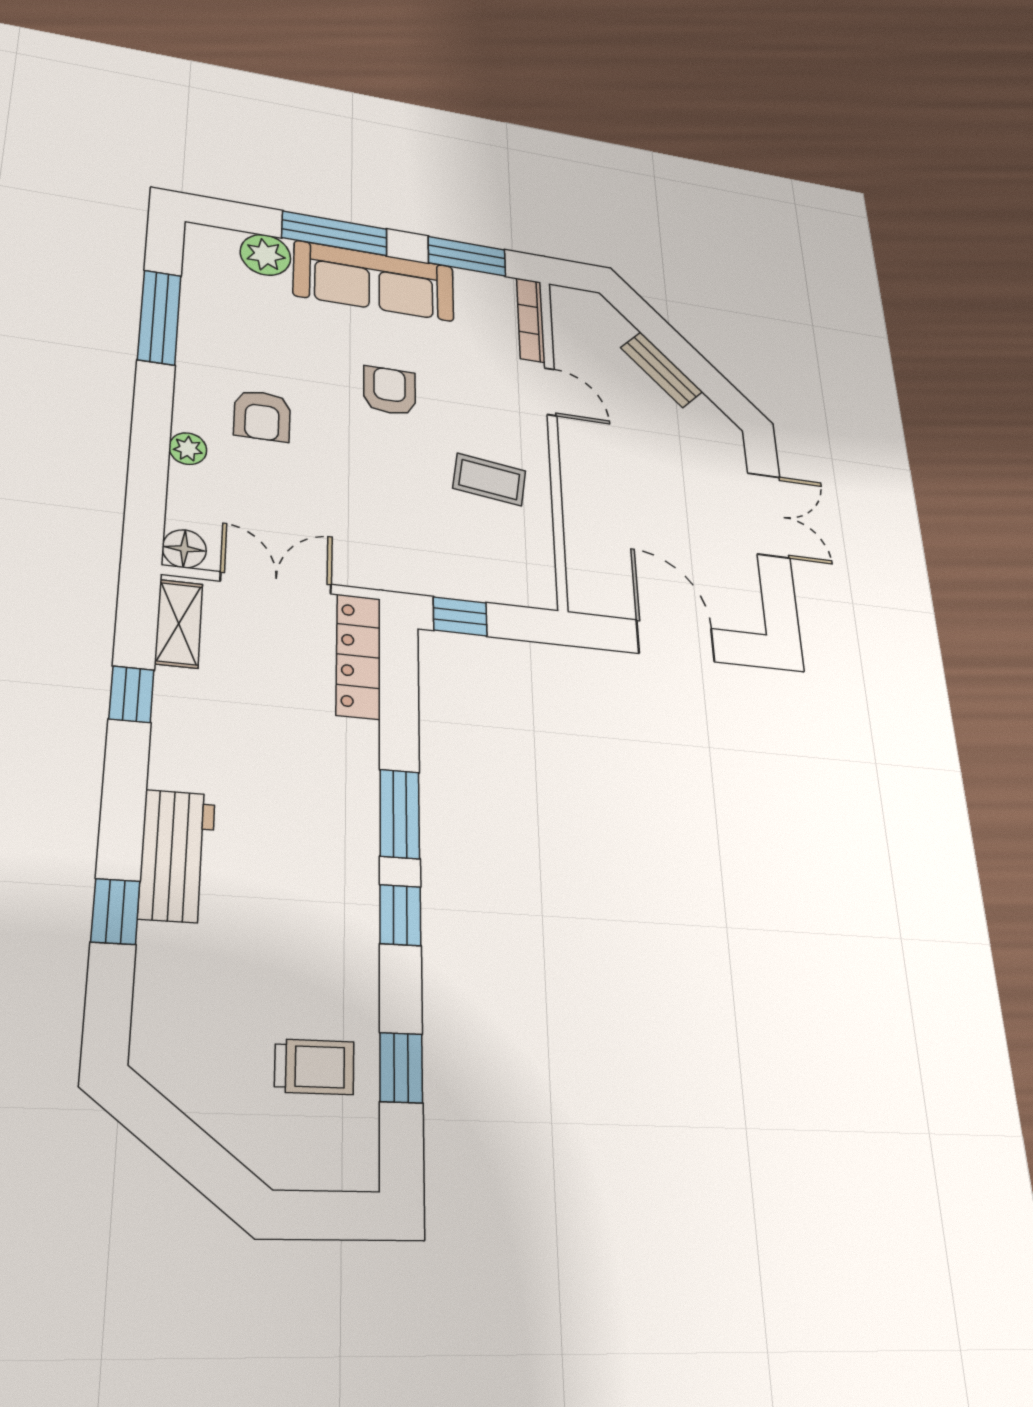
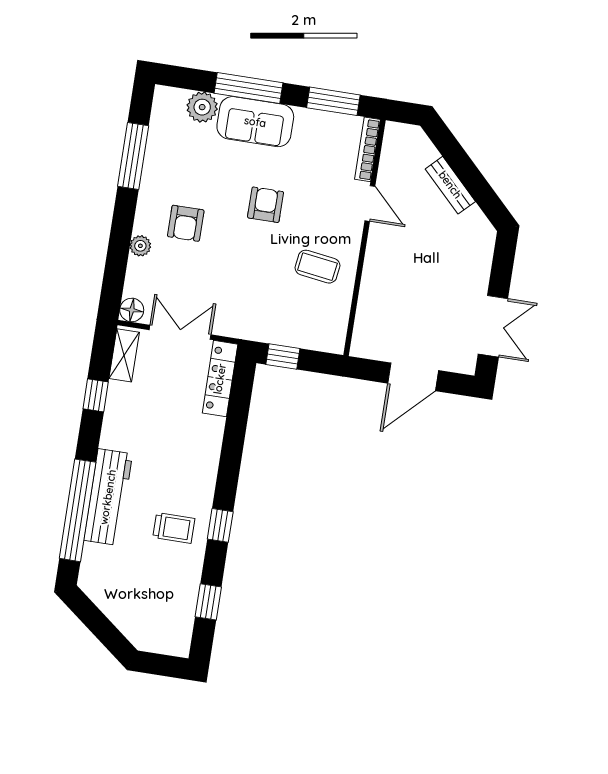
sofa: (374, 281) -> (255, 122), width x0.73
double door: (768, 515) -> (493, 326), moved
door: (676, 641) -> (413, 377), swing flipped
window: (400, 814) -> (229, 471), removed
workbench: (177, 856) -> (108, 497), width x1.38
window: (115, 911) -> (78, 510), width x3.17
trolley: (314, 1067) -> (174, 528), moved

